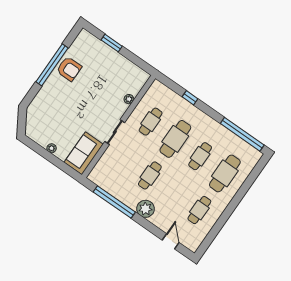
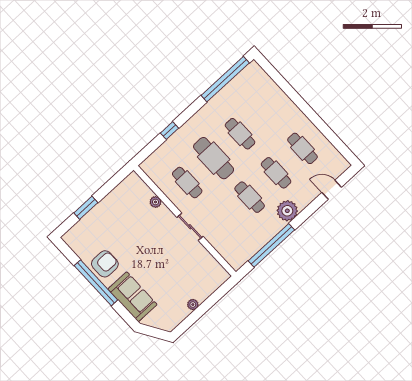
sofa: (84, 153) -> (132, 297), moved, turned 180
cafe table: (225, 173) -> (276, 173), moved, width x0.73, depth x0.74

